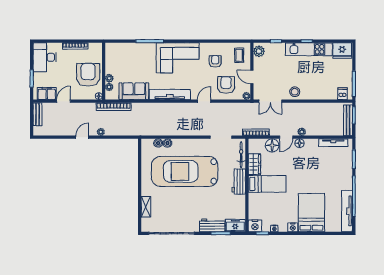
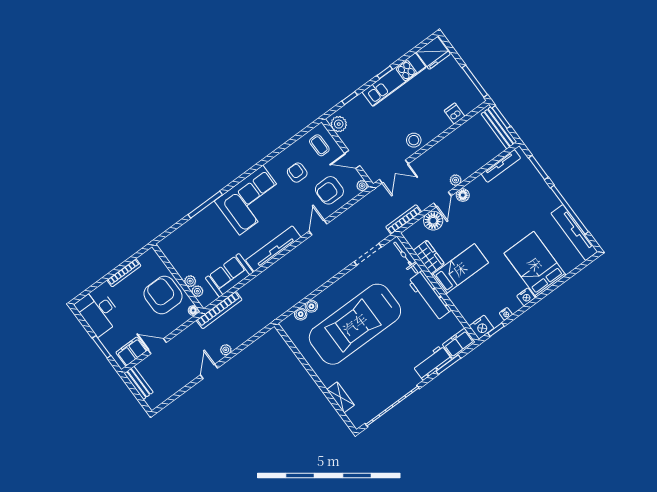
armchair: (226, 85) -> (329, 190), turned -90
dishwasher: (343, 94) -> (455, 113), moved
door: (64, 101) -> (157, 346), hinge flipped
workbench: (239, 182) -> (430, 296), width x1.38

